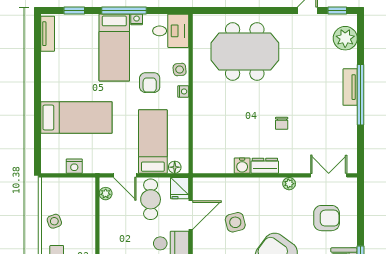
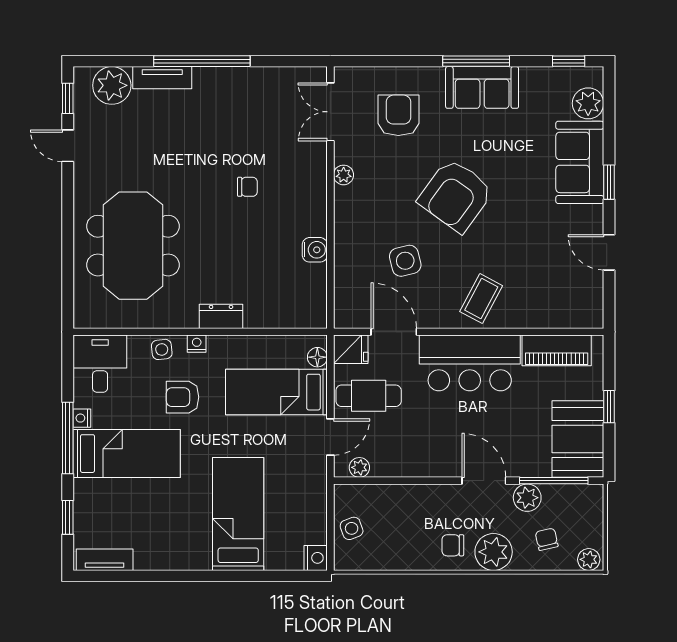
armchair: (150, 83) -> (183, 397), turned 180
tv unit: (350, 87) -> (162, 78), moved
nightstand: (74, 166) -> (316, 558), moved
dresser: (265, 166) -> (221, 316), moved, turned 90
side table: (54, 221) -> (352, 528), moved

